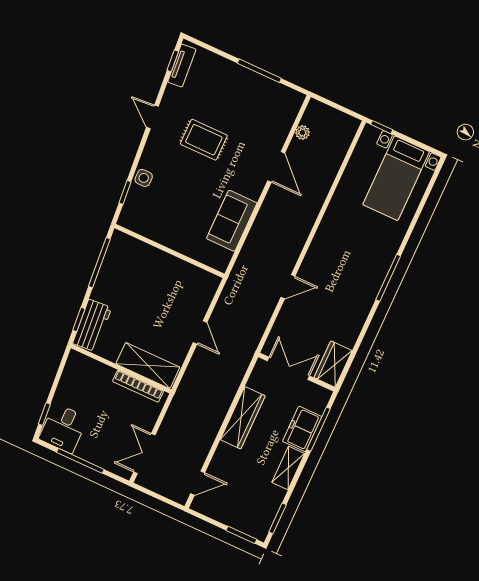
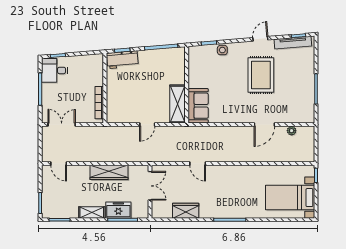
tv unit: (182, 66) -> (293, 43), width x1.41
rug: (204, 140) -> (261, 75), width x1.36, depth x1.43
sofa: (232, 221) -> (198, 106), moved, turned 90
wardrobe: (333, 364) -> (186, 211), moved
shelving: (148, 365) -> (178, 104), moved

